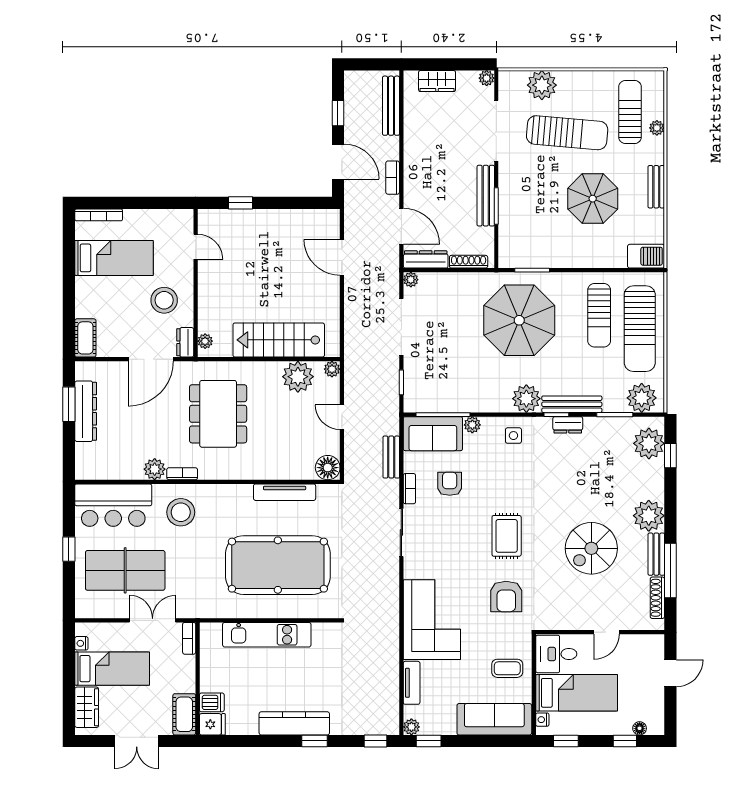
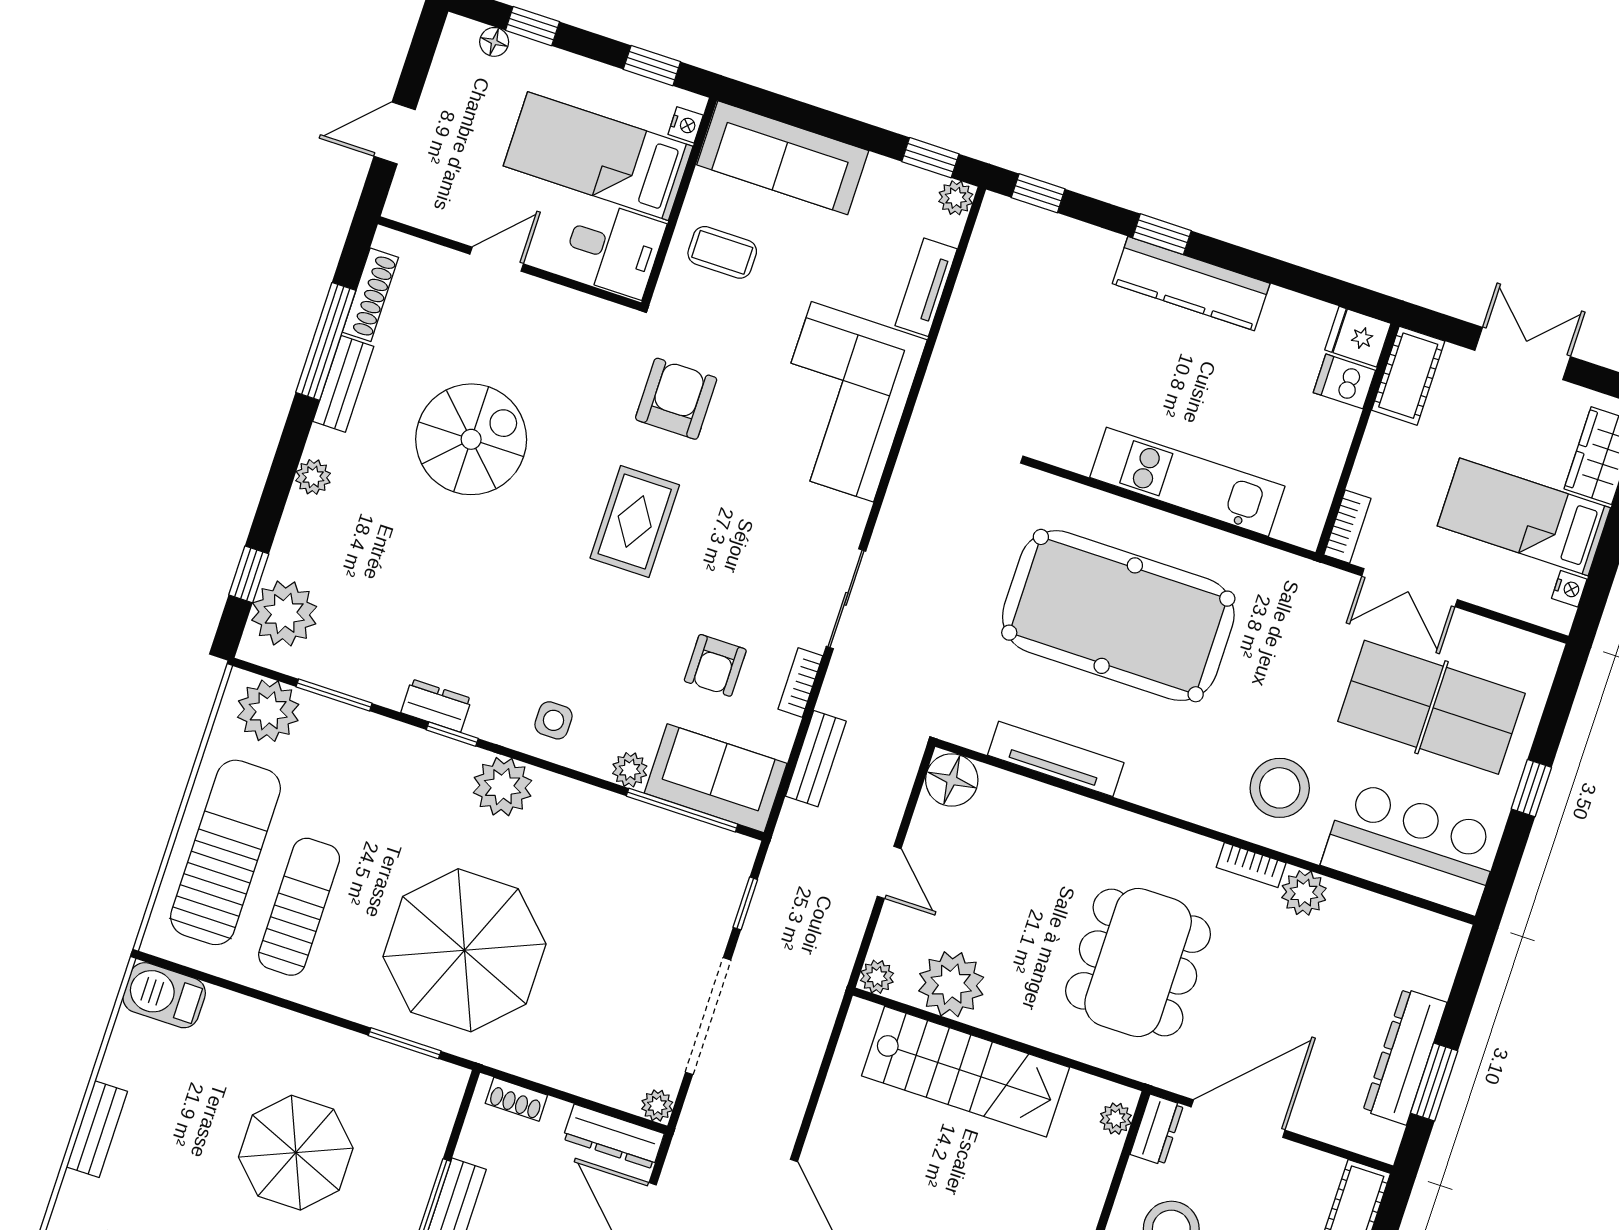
parasol: (593, 199) -> (296, 1153), moved
shoe rack: (469, 262) -> (516, 1099), width x0.70
bench: (572, 404) -> (414, 745), removed
plant: (649, 516) -> (313, 477), width x0.53, depth x0.53

